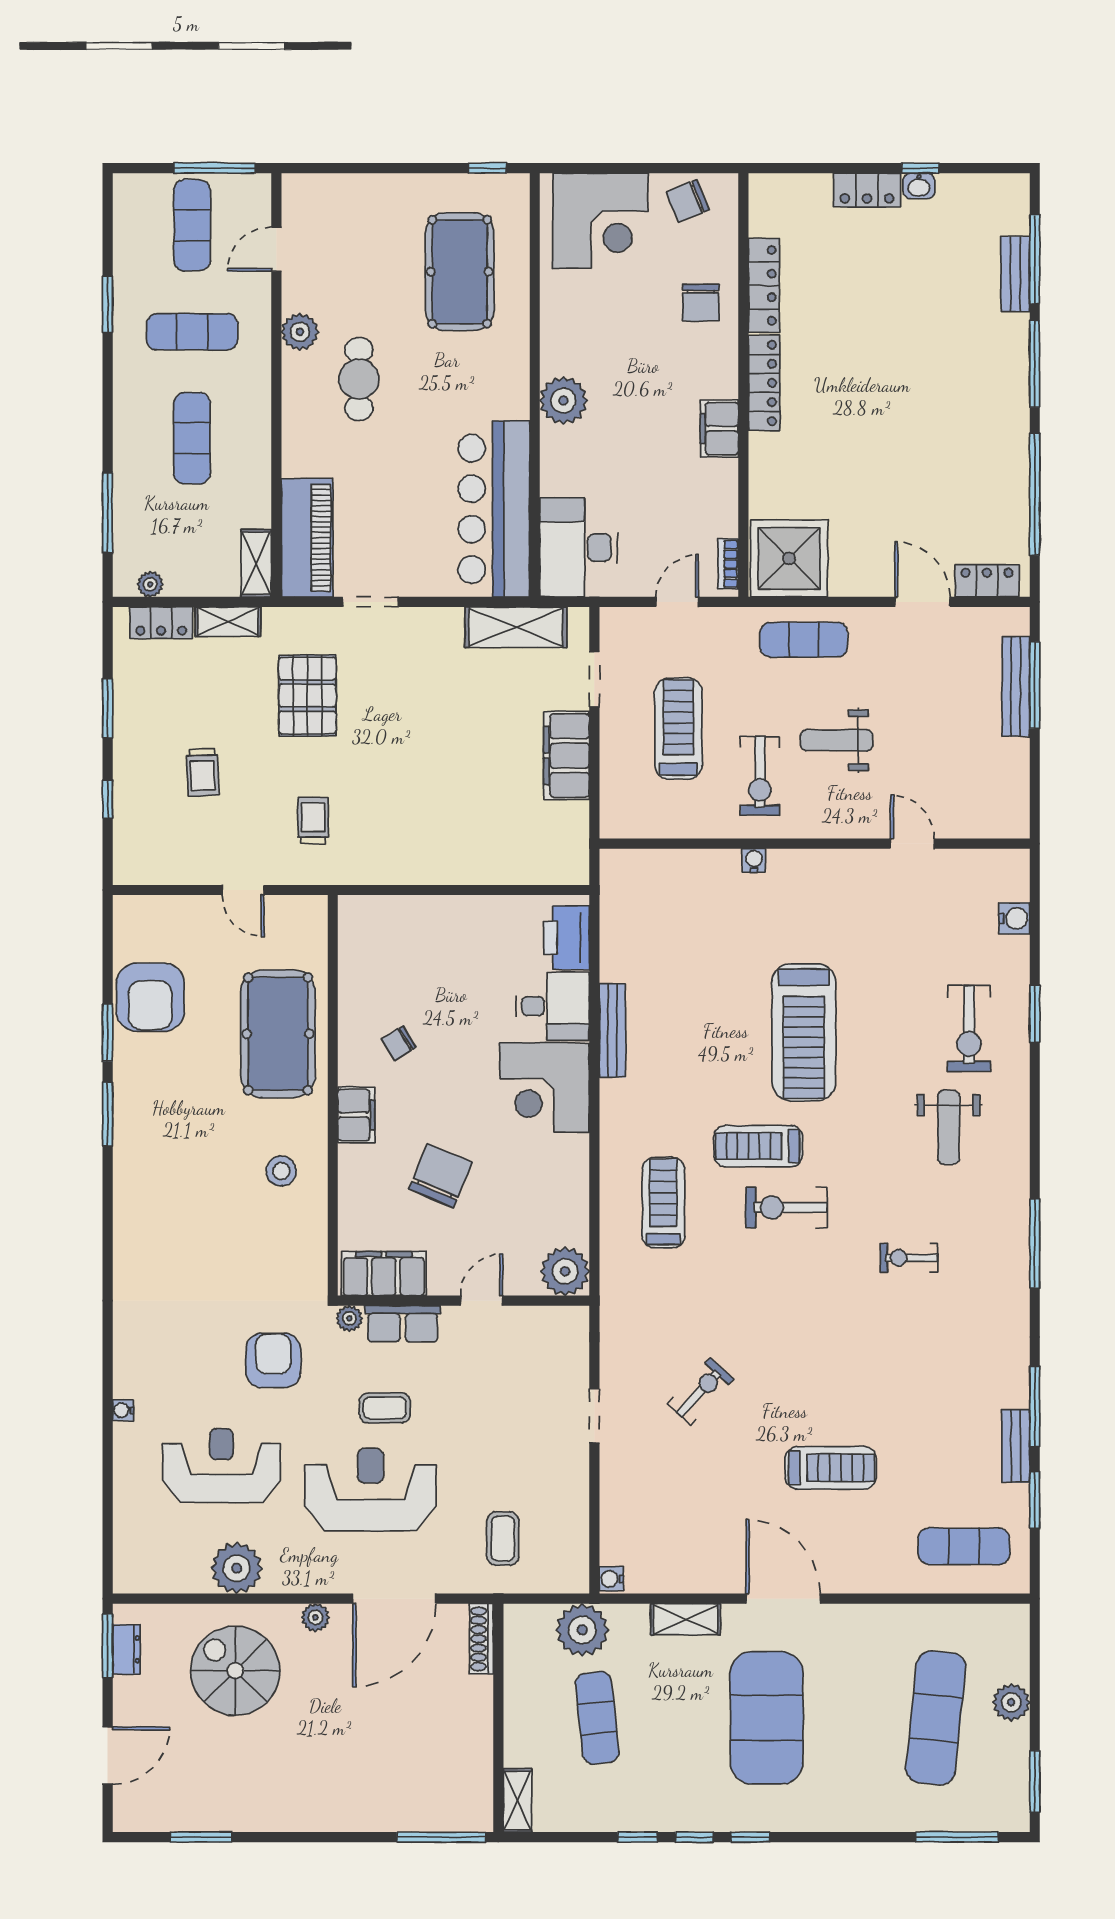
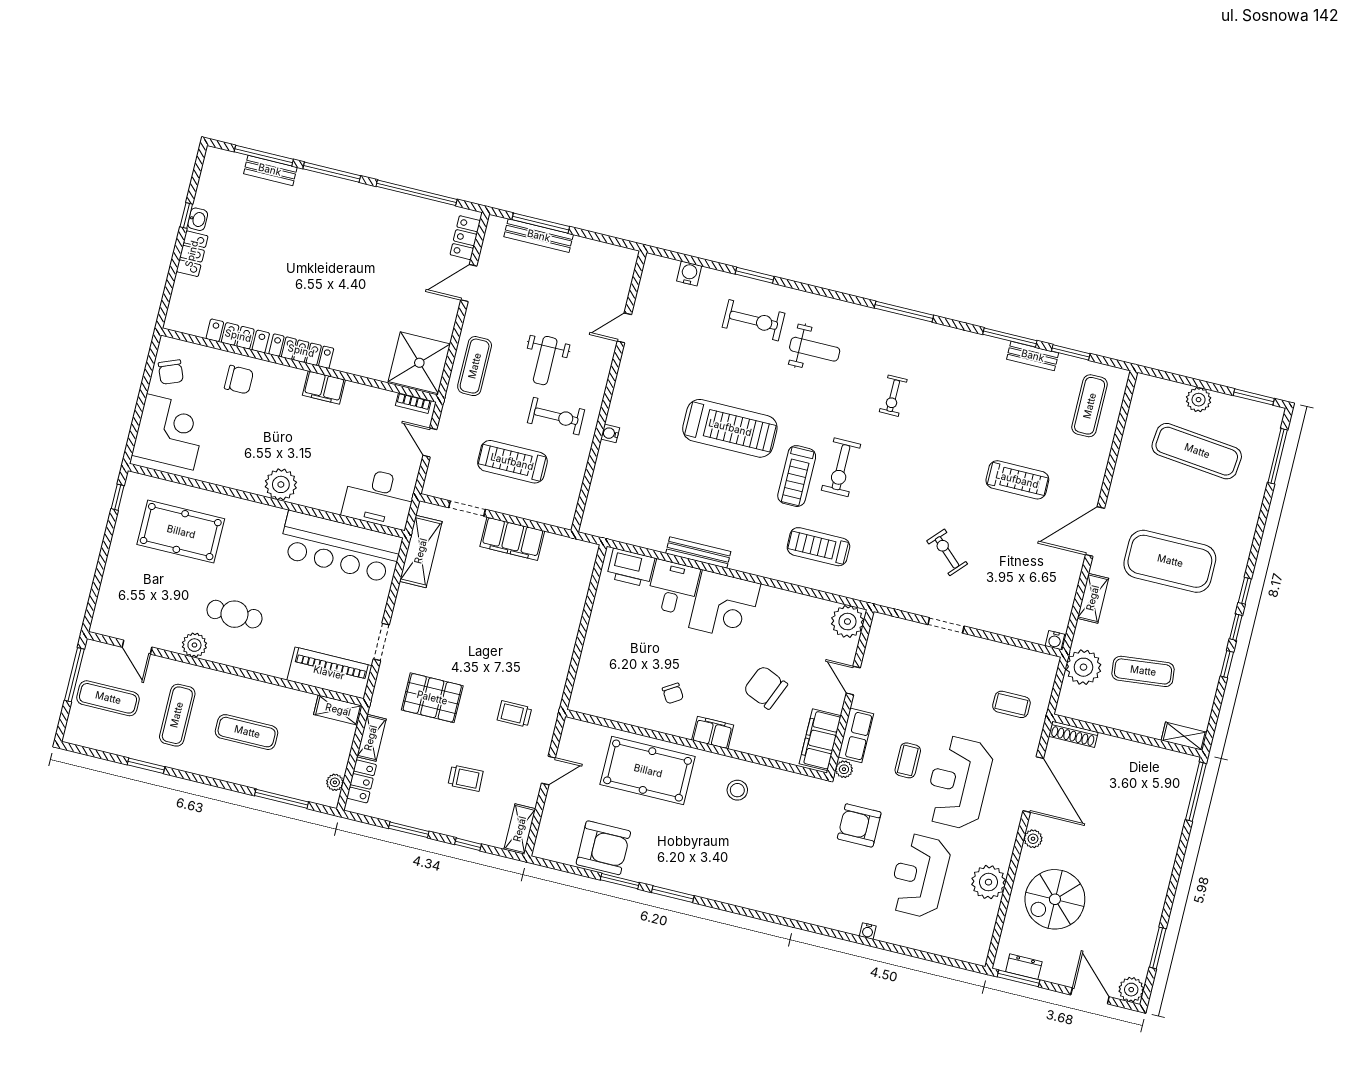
shelving: (148, 869) -> (520, 829), added
treadmill: (831, 1468) -> (1017, 480), turned 90
plant: (131, 1813) -> (1131, 990), added

